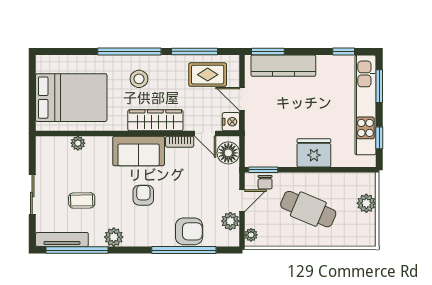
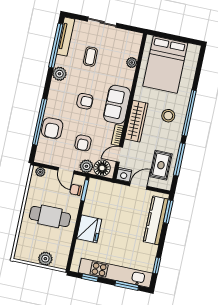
armchair: (200, 186) -> (83, 143), added
cafe table: (308, 209) -> (50, 216), turned 67
plant: (230, 221) -> (86, 166), moved

